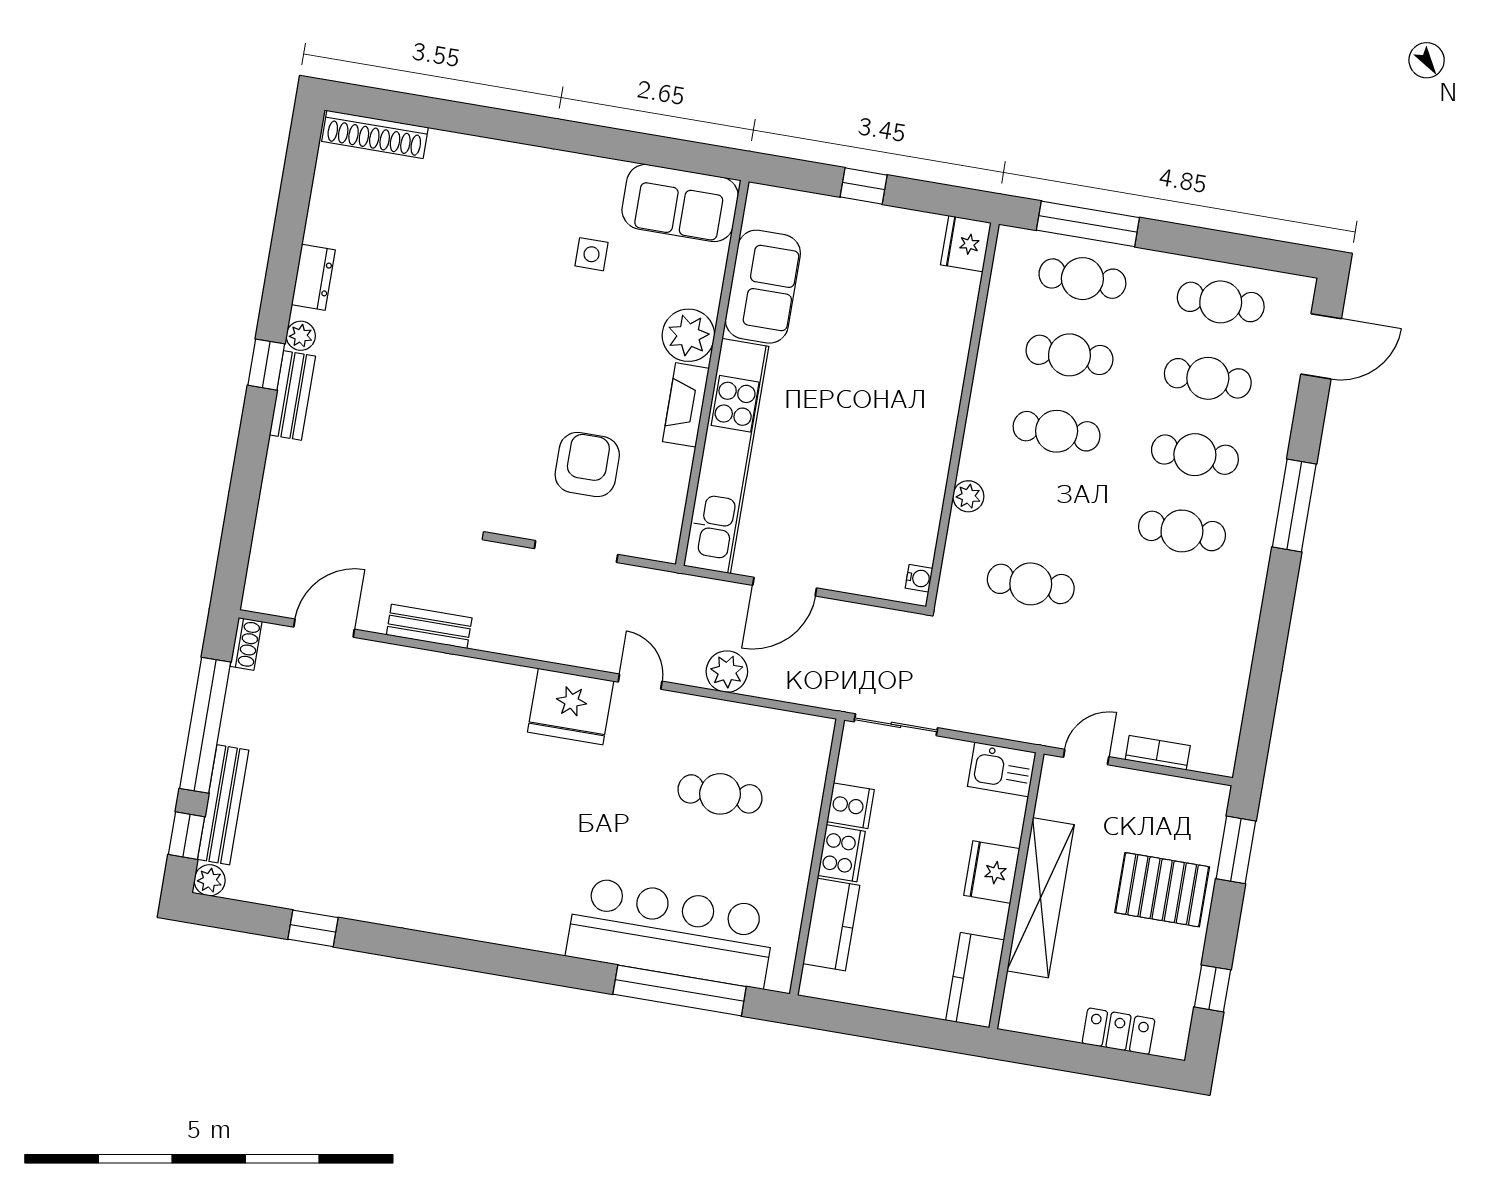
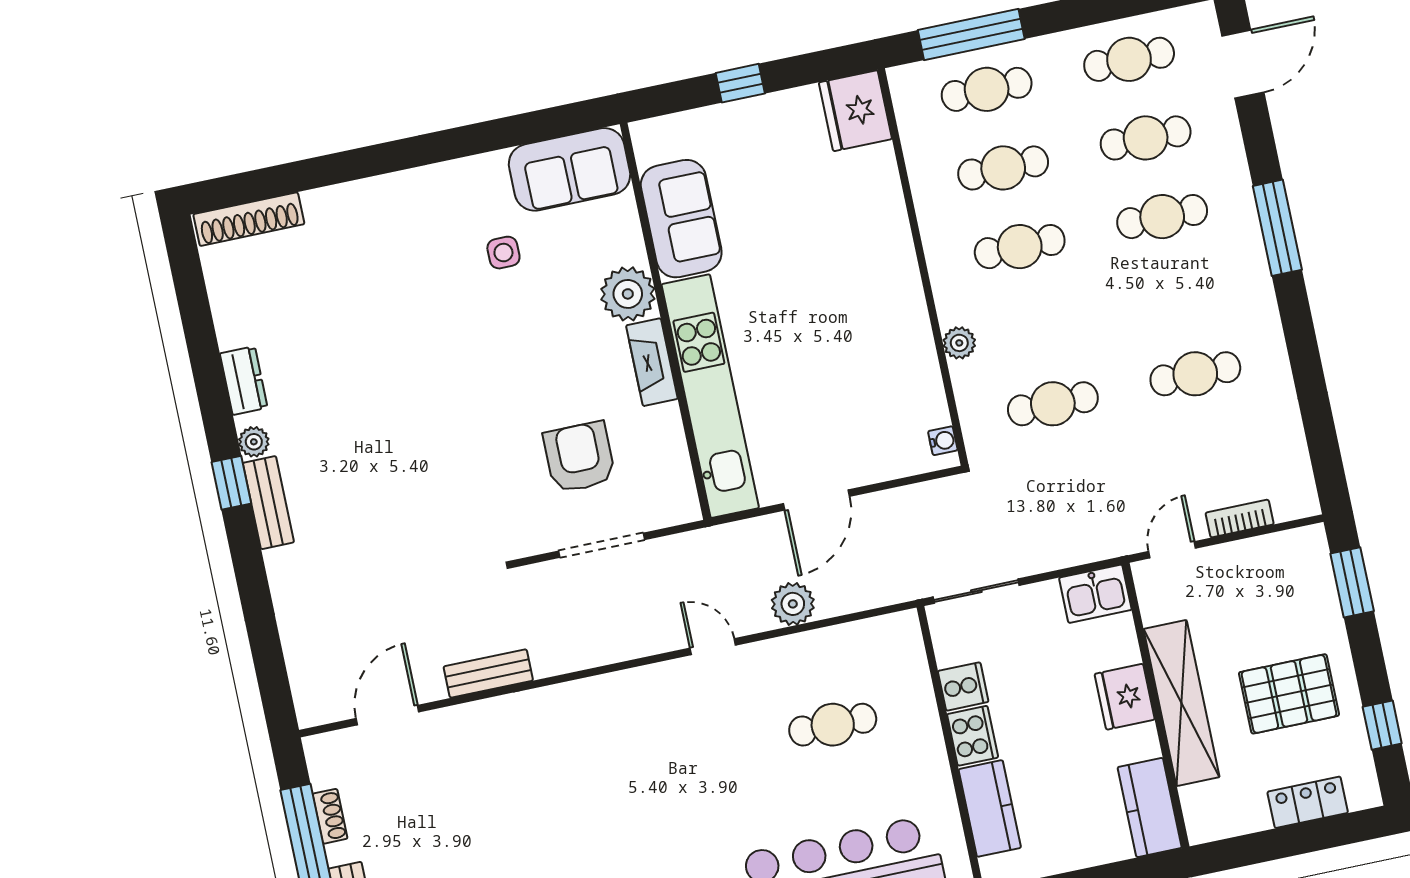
fridge: (966, 244) -> (855, 111), width x1.36, depth x1.34
cafe table: (1182, 531) -> (1195, 374), moved
shoe rack: (246, 644) -> (330, 816), moved
fridge: (571, 706) -> (655, 697), removed
pallet: (1162, 890) -> (1289, 694), moved

